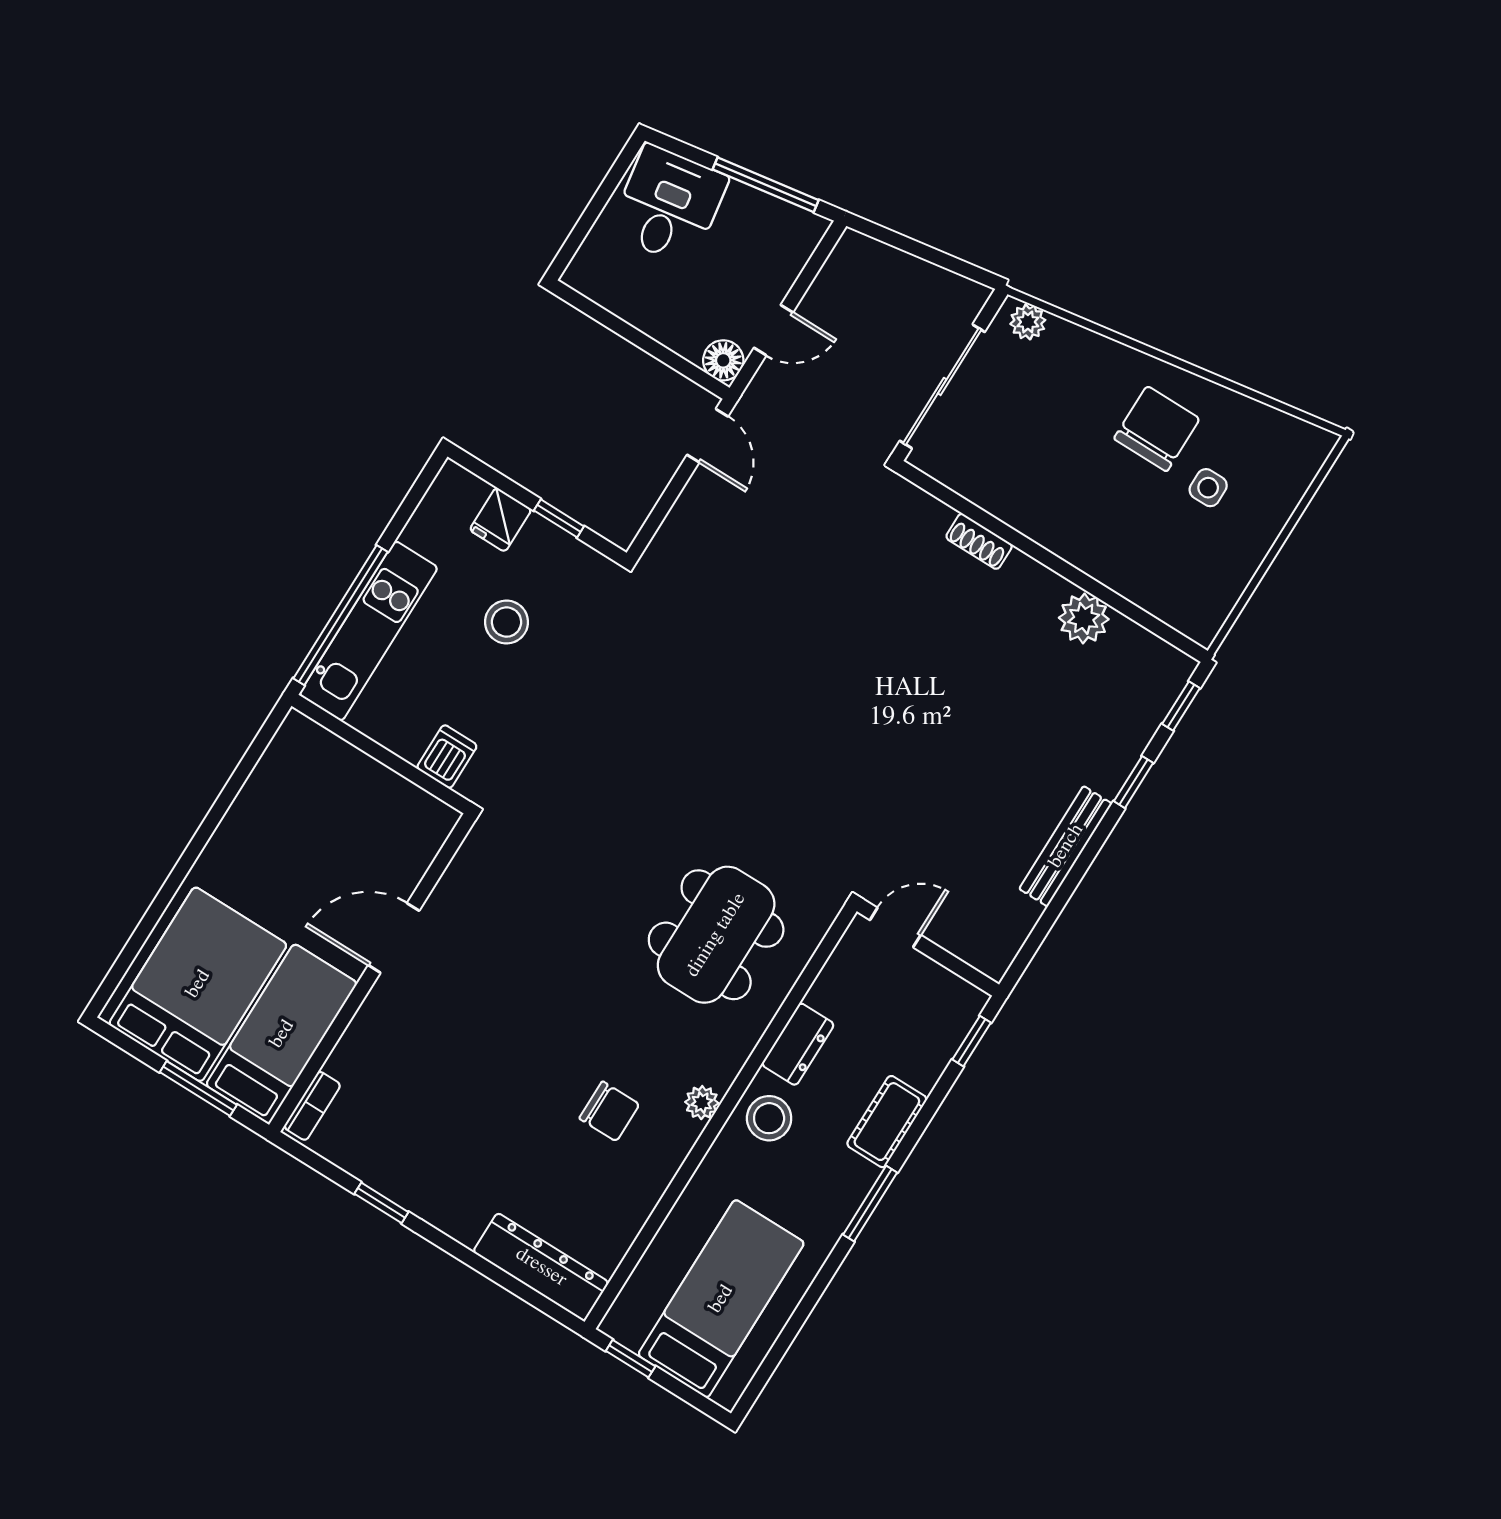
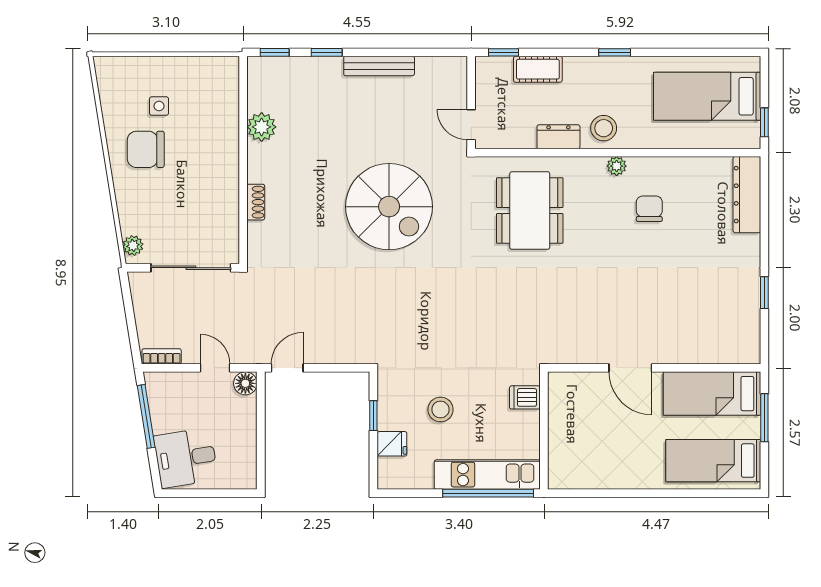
spiral stairs: (851, 732) -> (389, 207), added
dining table: (716, 935) -> (530, 211), turned 90
bed: (198, 984) -> (713, 461), width x0.67
bookcase: (312, 1106) -> (162, 356), moved
cot: (887, 1122) -> (538, 69), moved
window: (870, 1204) -> (615, 52), width x0.67

